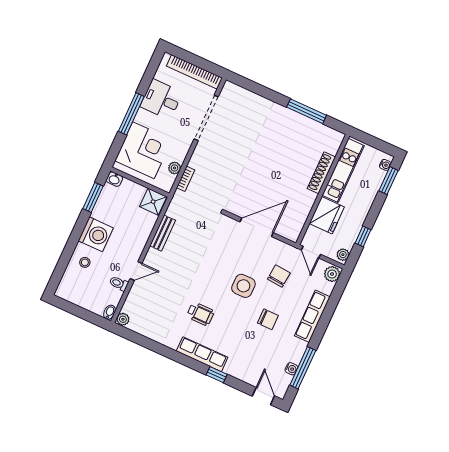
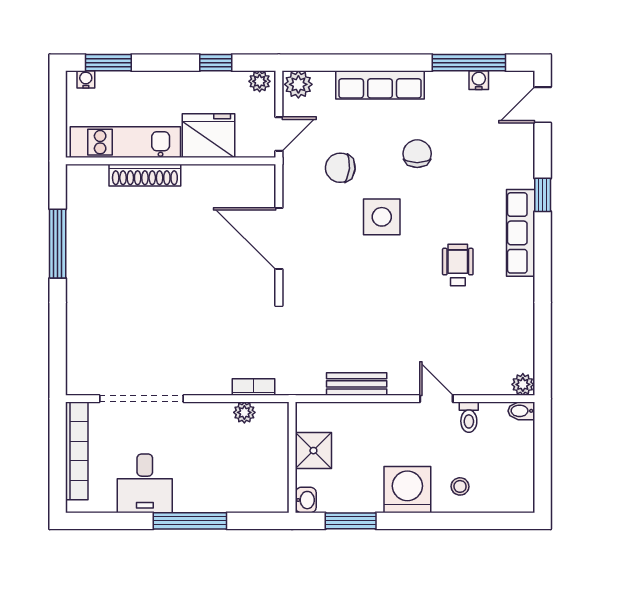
corner desk: (143, 150) -> (239, 475), removed
shower: (153, 202) -> (313, 451), moved

